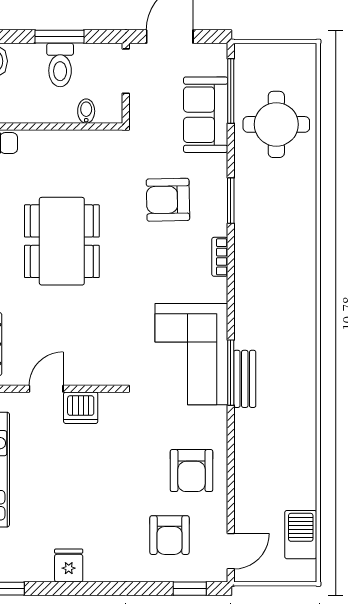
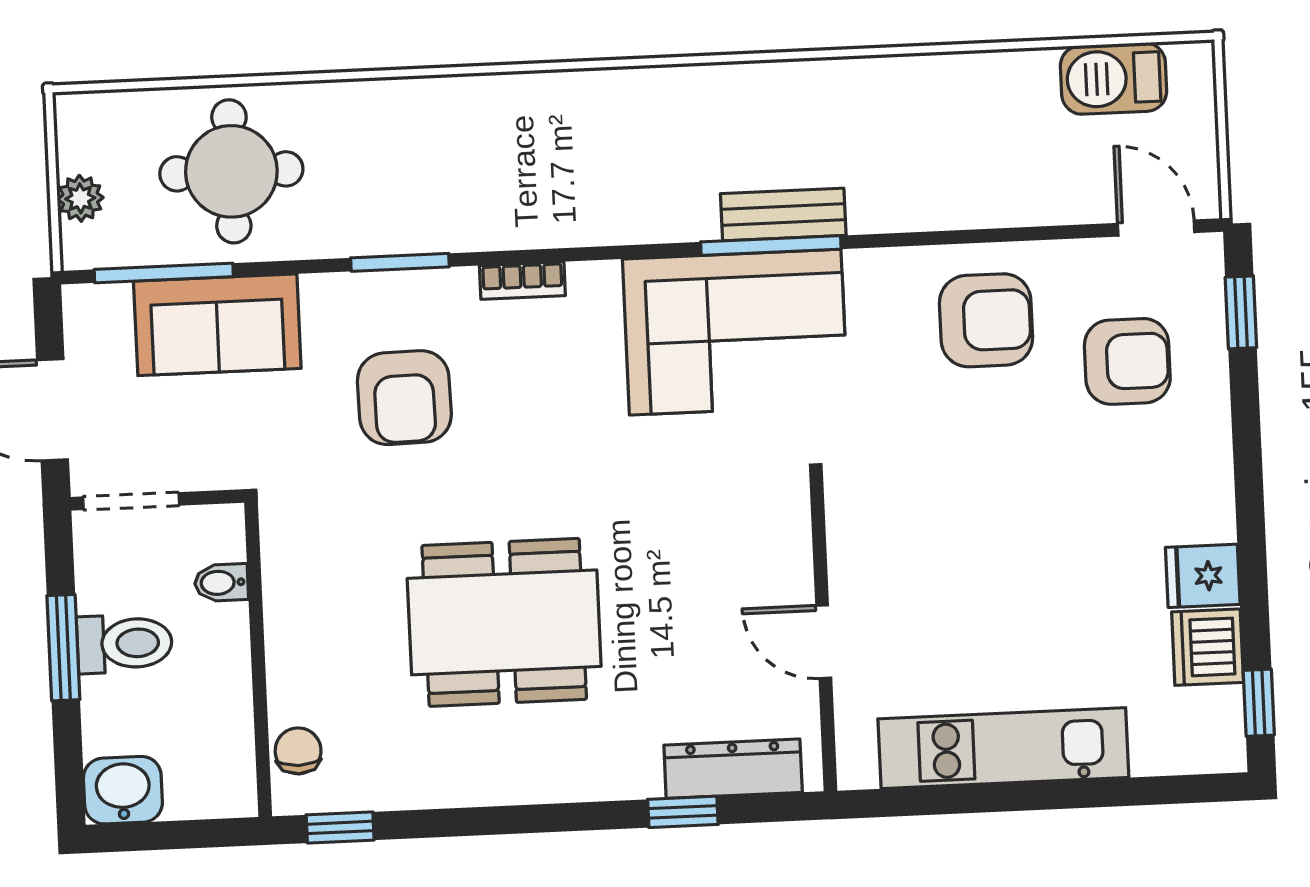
plant: (267, 54) -> (80, 198), added
dishwasher: (81, 408) -> (1208, 647), moved, turned 180

